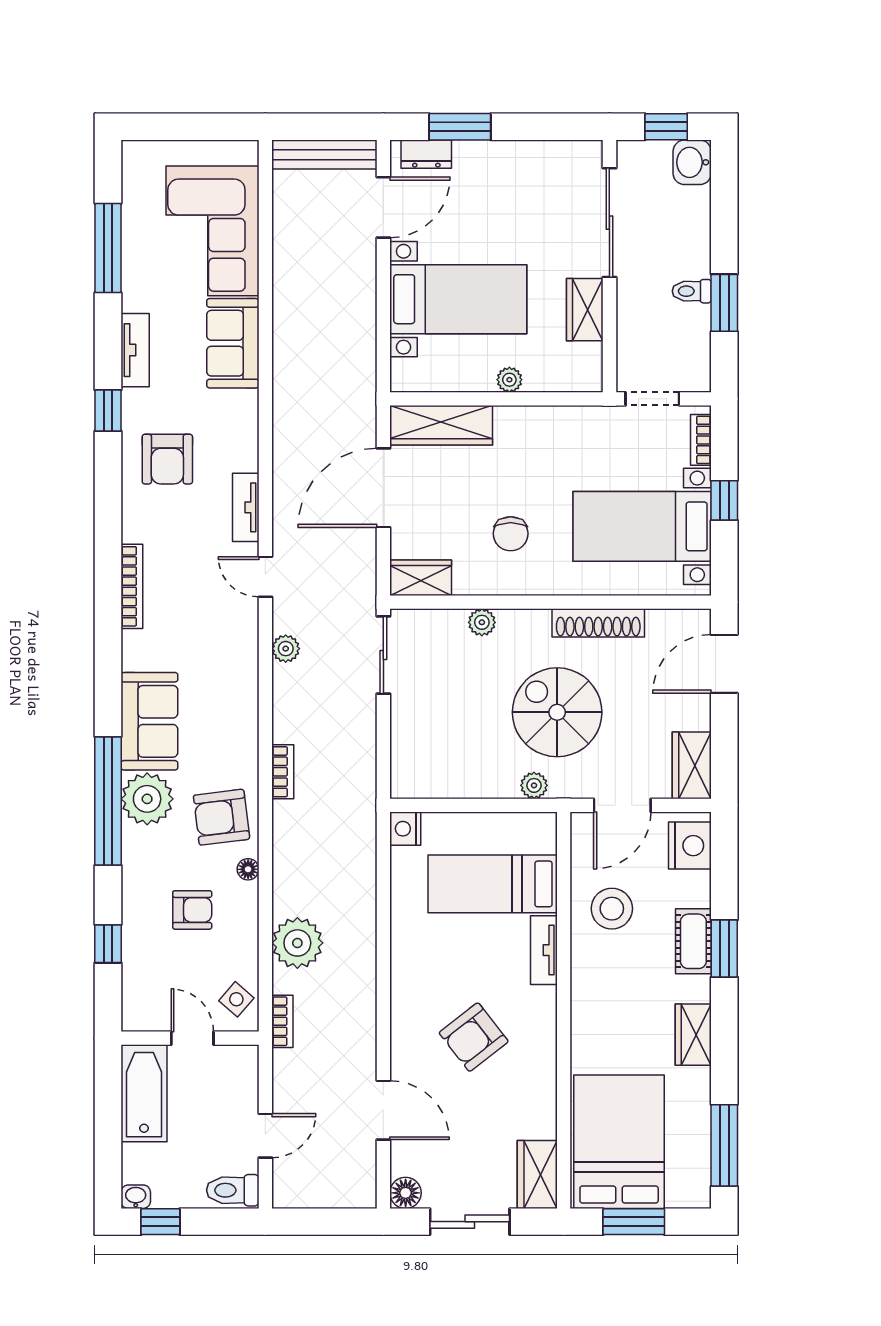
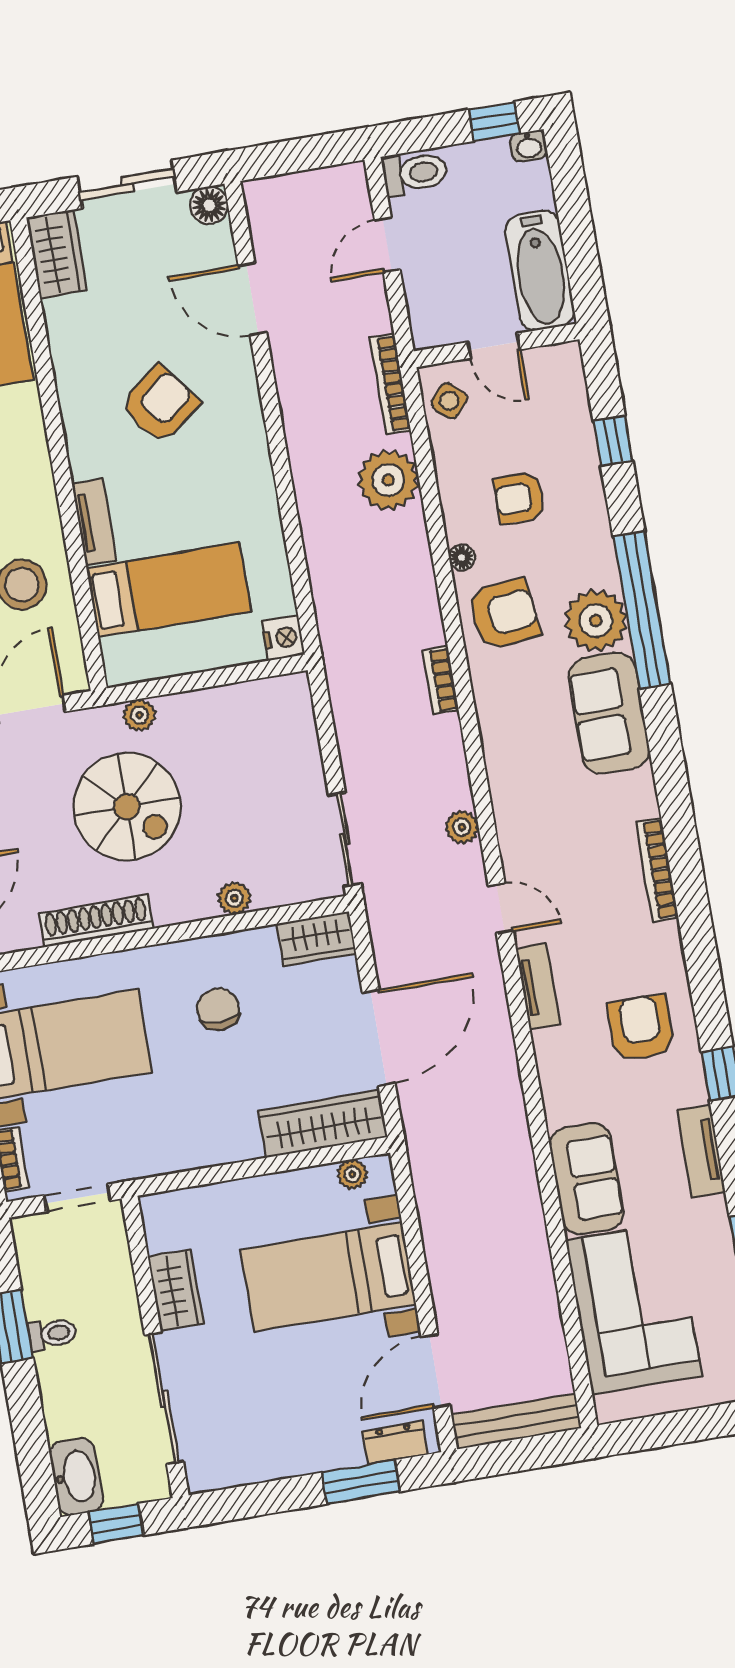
washbasin: (692, 162) -> (76, 1477), width x1.38
plant: (509, 380) -> (352, 1174), moved
bookcase: (282, 1021) -> (390, 384), width x1.56

